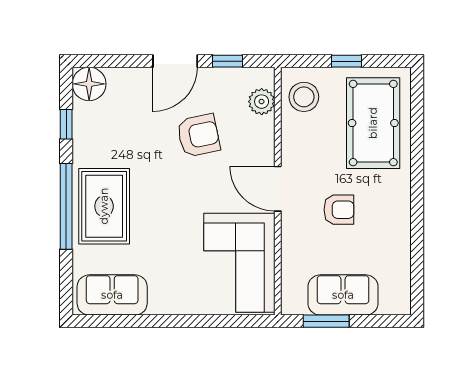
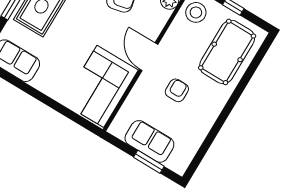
armchair: (339, 210) -> (177, 90), turned -90
window: (326, 321) -> (149, 162), moved

